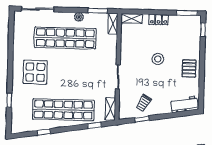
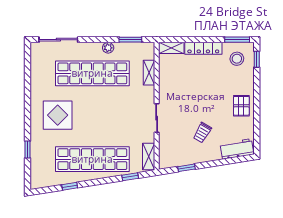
locker: (159, 20) -> (203, 48), width x1.53
shelving: (113, 24) -> (149, 73), moved
stool: (158, 59) -> (237, 59), moved
trolley: (144, 103) -> (202, 133), moved

